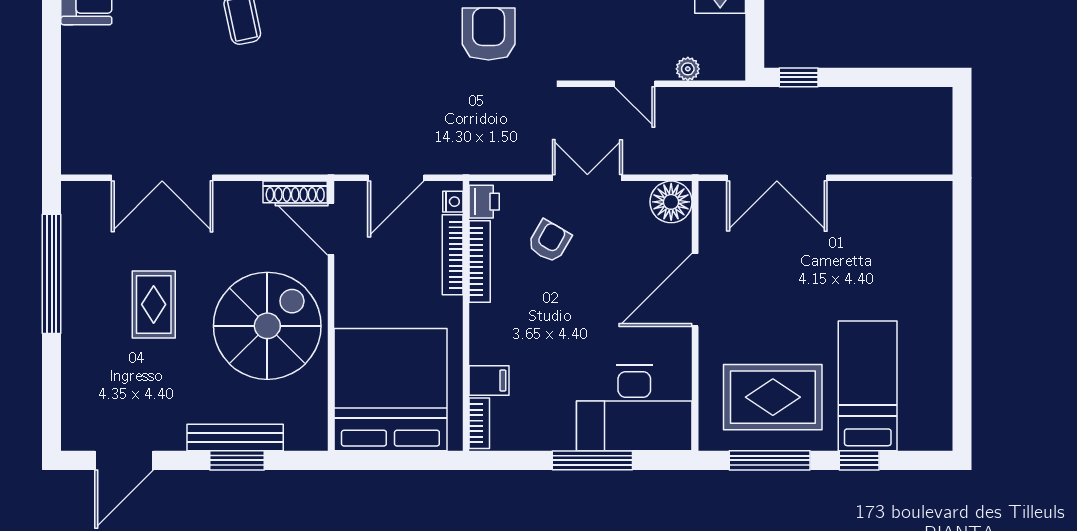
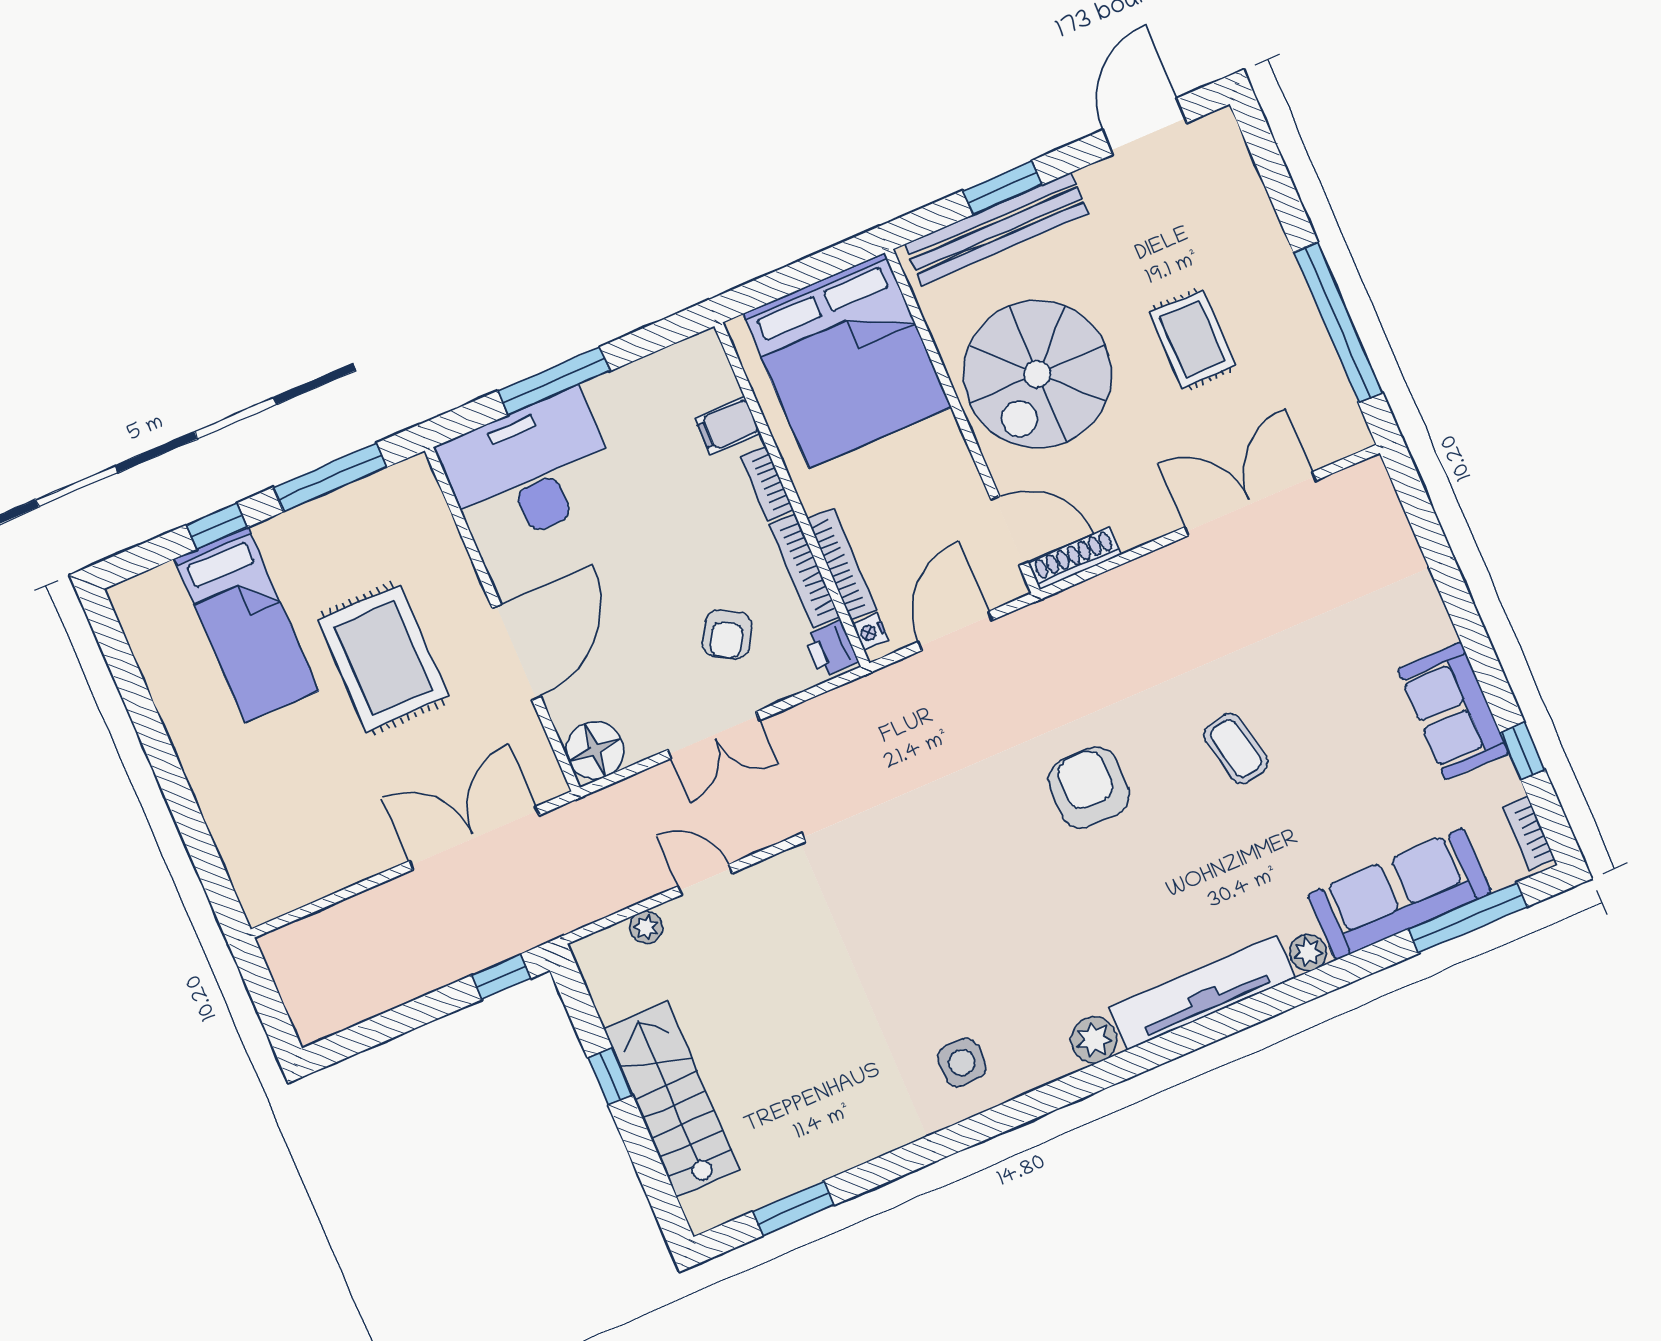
armchair: (489, 34) -> (1089, 788), moved, turned 180
rug: (773, 397) -> (383, 658), moved, turned 90
bookcase: (479, 423) -> (767, 484), moved
bench: (235, 438) -> (997, 229), width x1.37, depth x1.21

